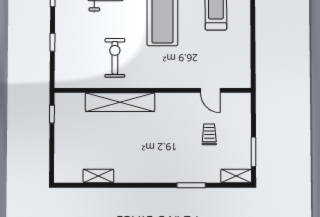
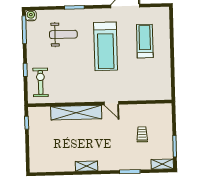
exercise bike: (115, 58) -> (41, 82), moved
door: (210, 90) -> (111, 103), moved
shelving: (98, 176) -> (87, 166), moved

